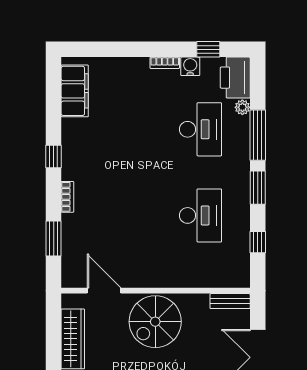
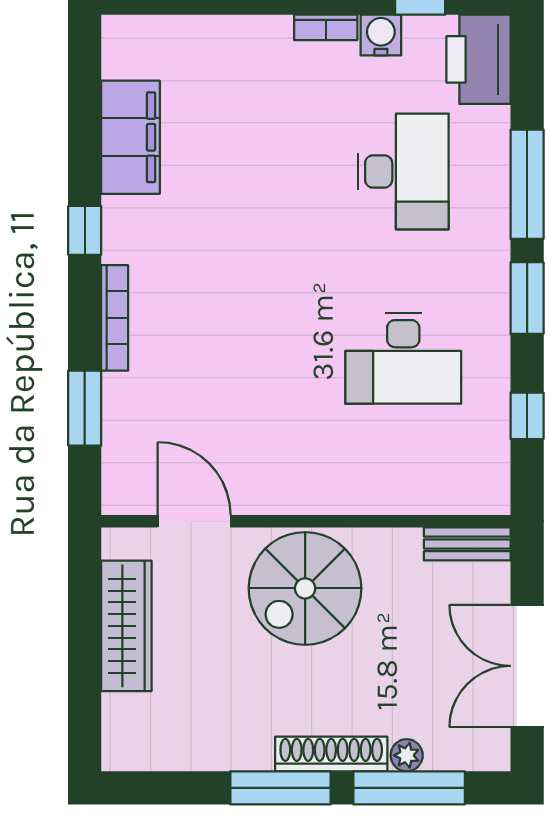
filing cabinet: (75, 91) -> (131, 137), moved
plant: (242, 107) -> (494, 124), removed
bookcase: (67, 197) -> (115, 318), width x1.56
desk: (201, 215) -> (403, 358), turned 90

